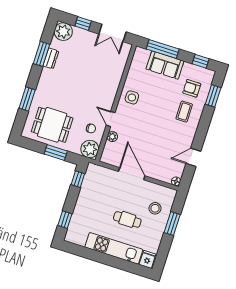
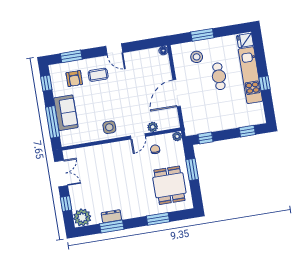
plant: (90, 149) -> (177, 136), width x0.53, depth x0.53
door: (193, 157) -> (114, 49), moved
window: (100, 257) -> (265, 83), added

